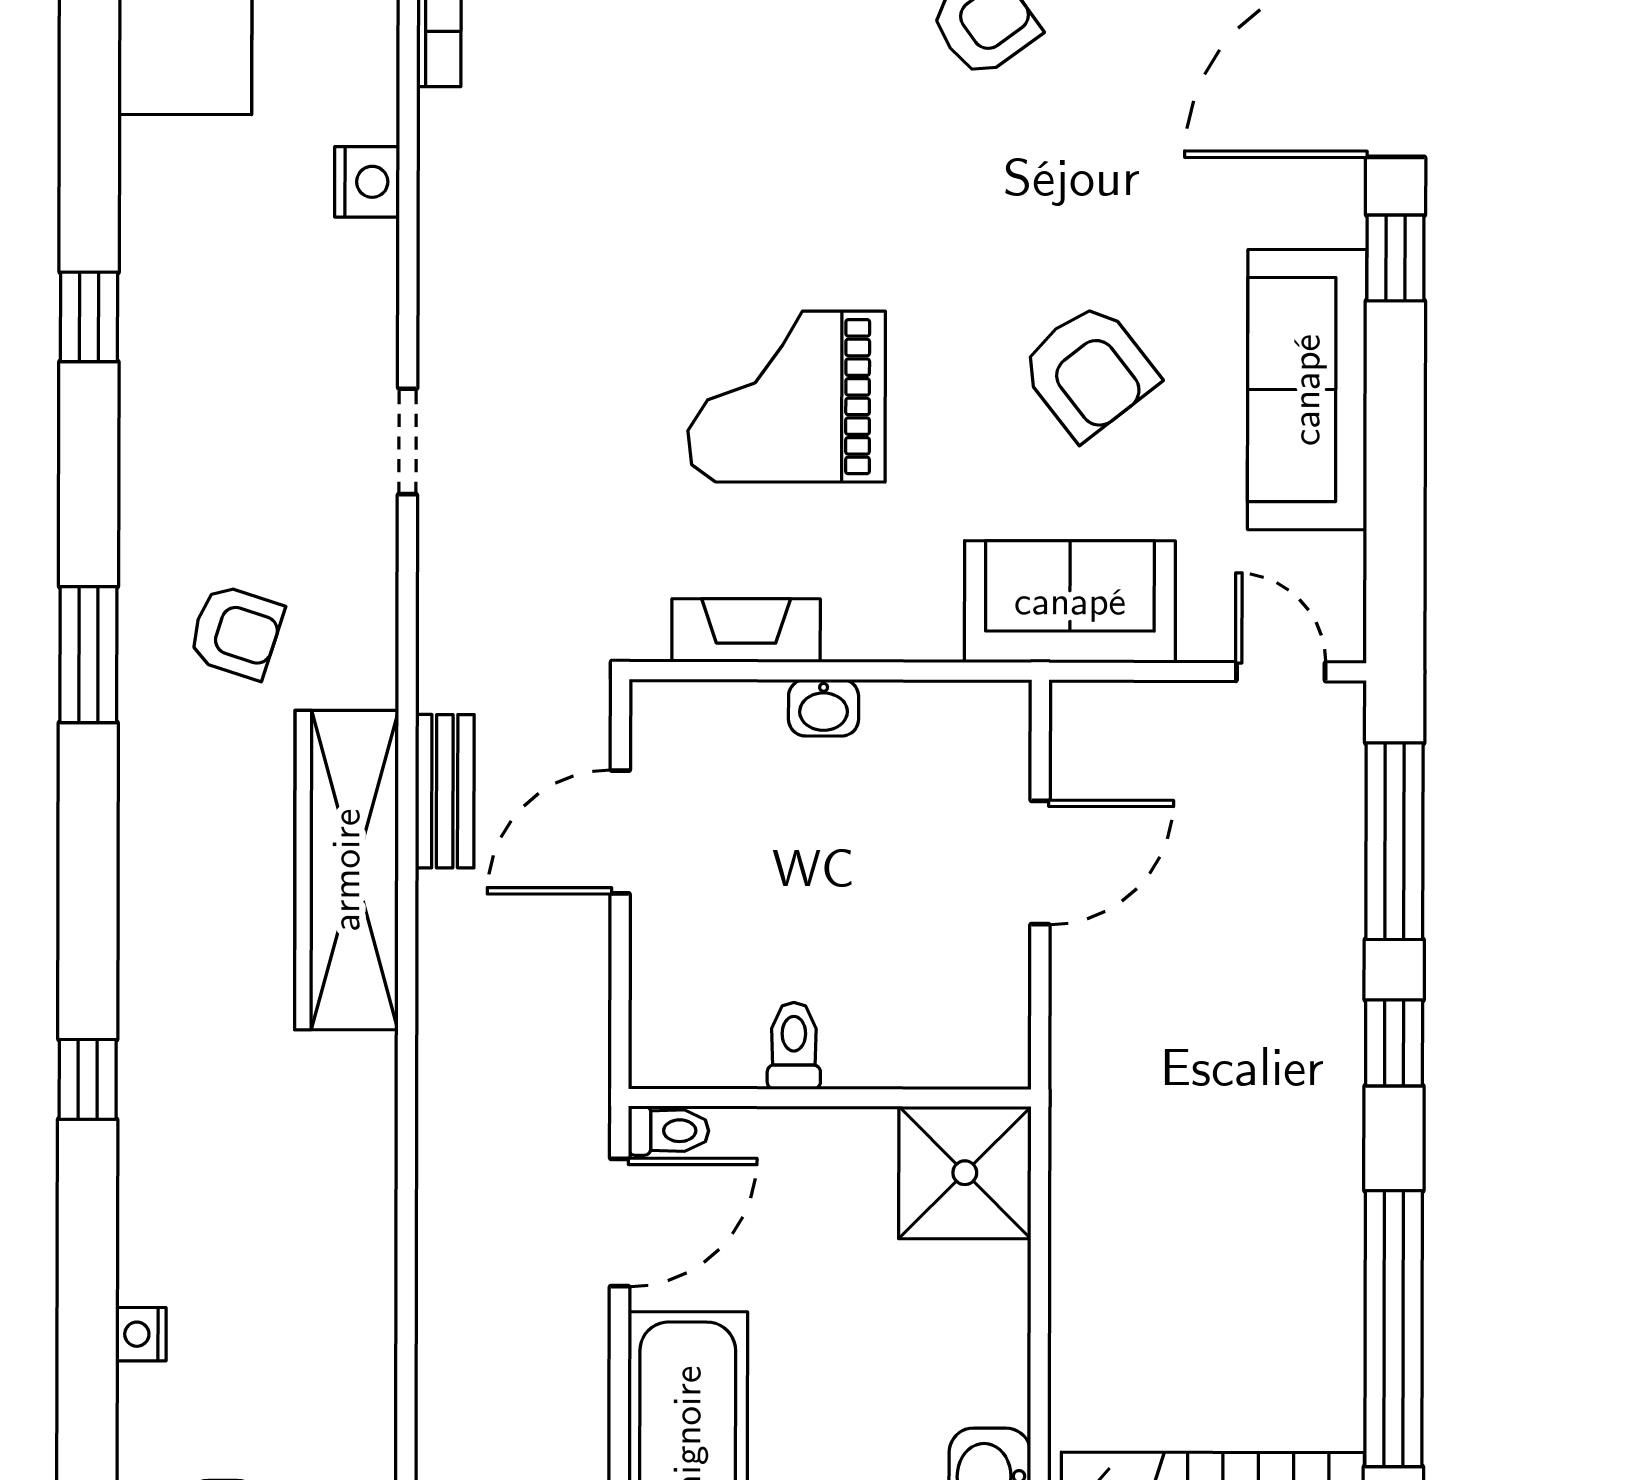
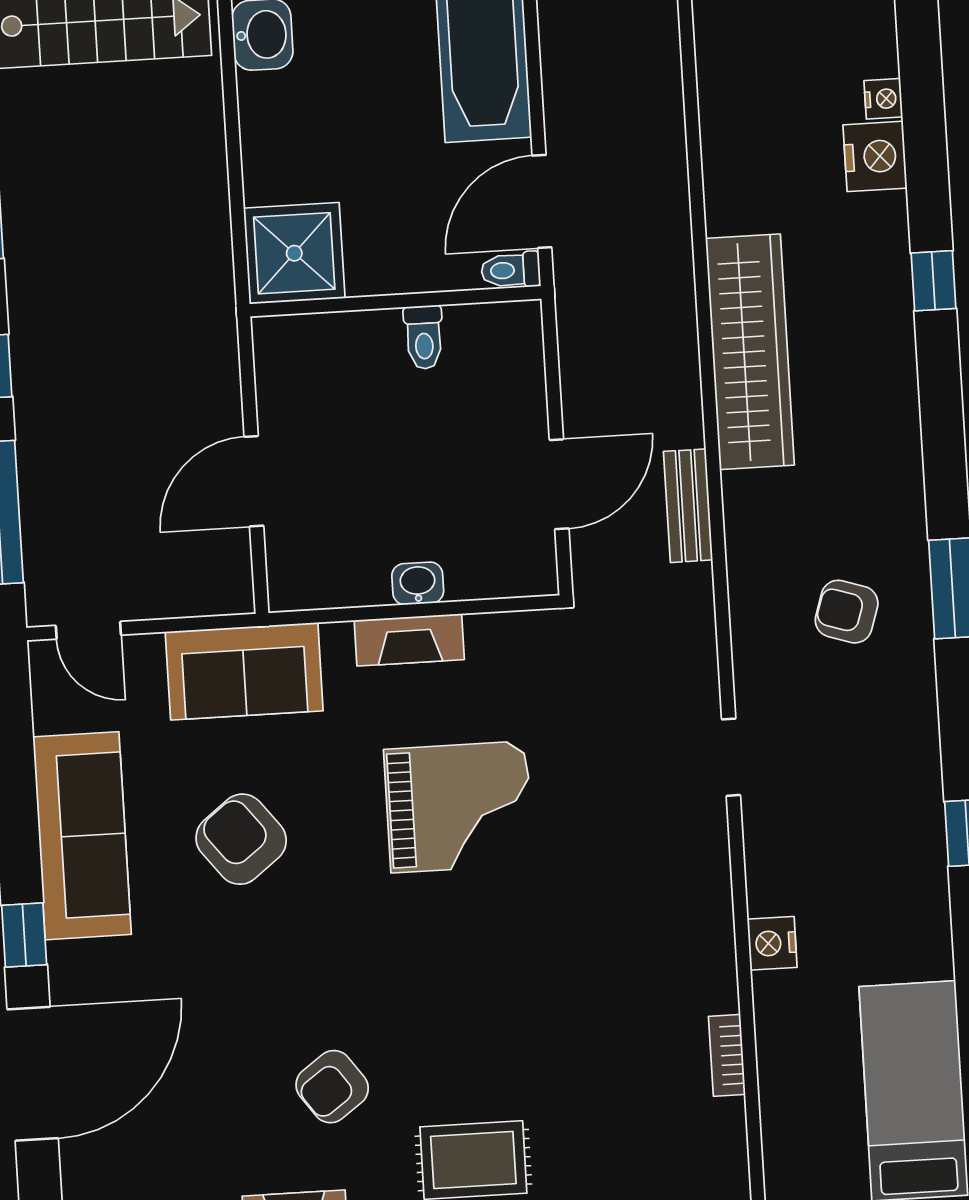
fireplace: (746, 630) -> (409, 640), moved
wardrobe: (347, 870) -> (750, 352), moved
nightstand: (157, 1256) -> (875, 156), added

